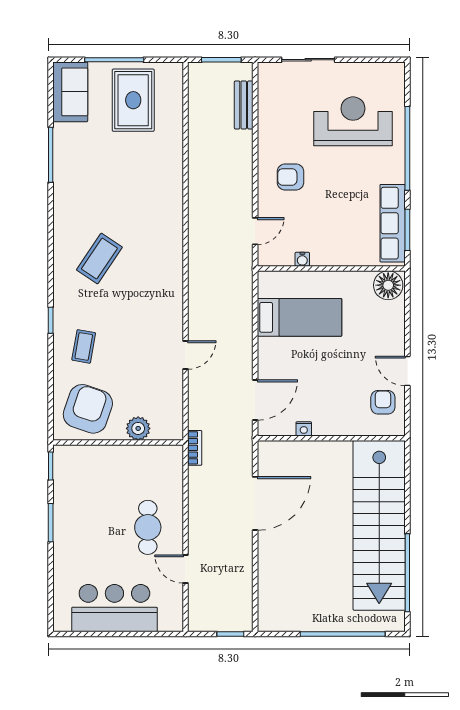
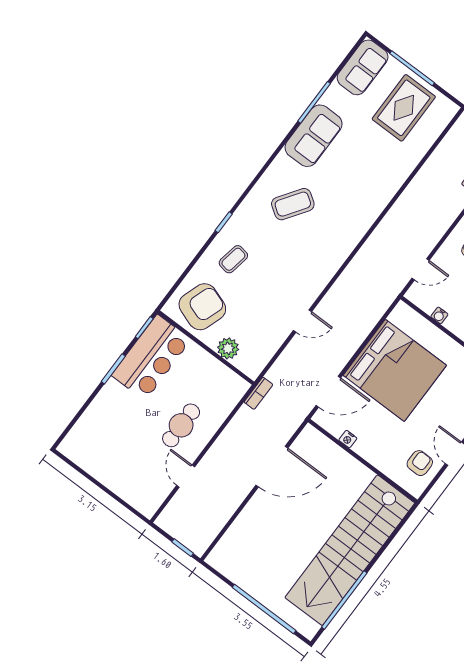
sofa: (72, 185) -> (314, 136), added
bed: (299, 317) -> (395, 370), width x2.04
bar counter: (114, 608) -> (151, 357), moved, turned 90

